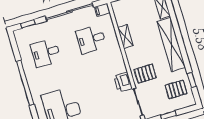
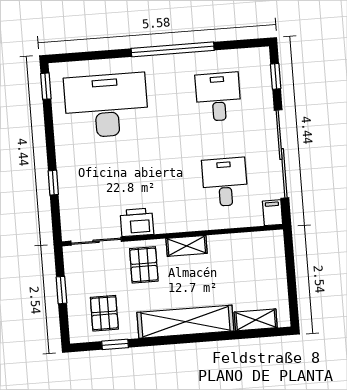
shelving: (125, 37) -> (187, 246), moved

